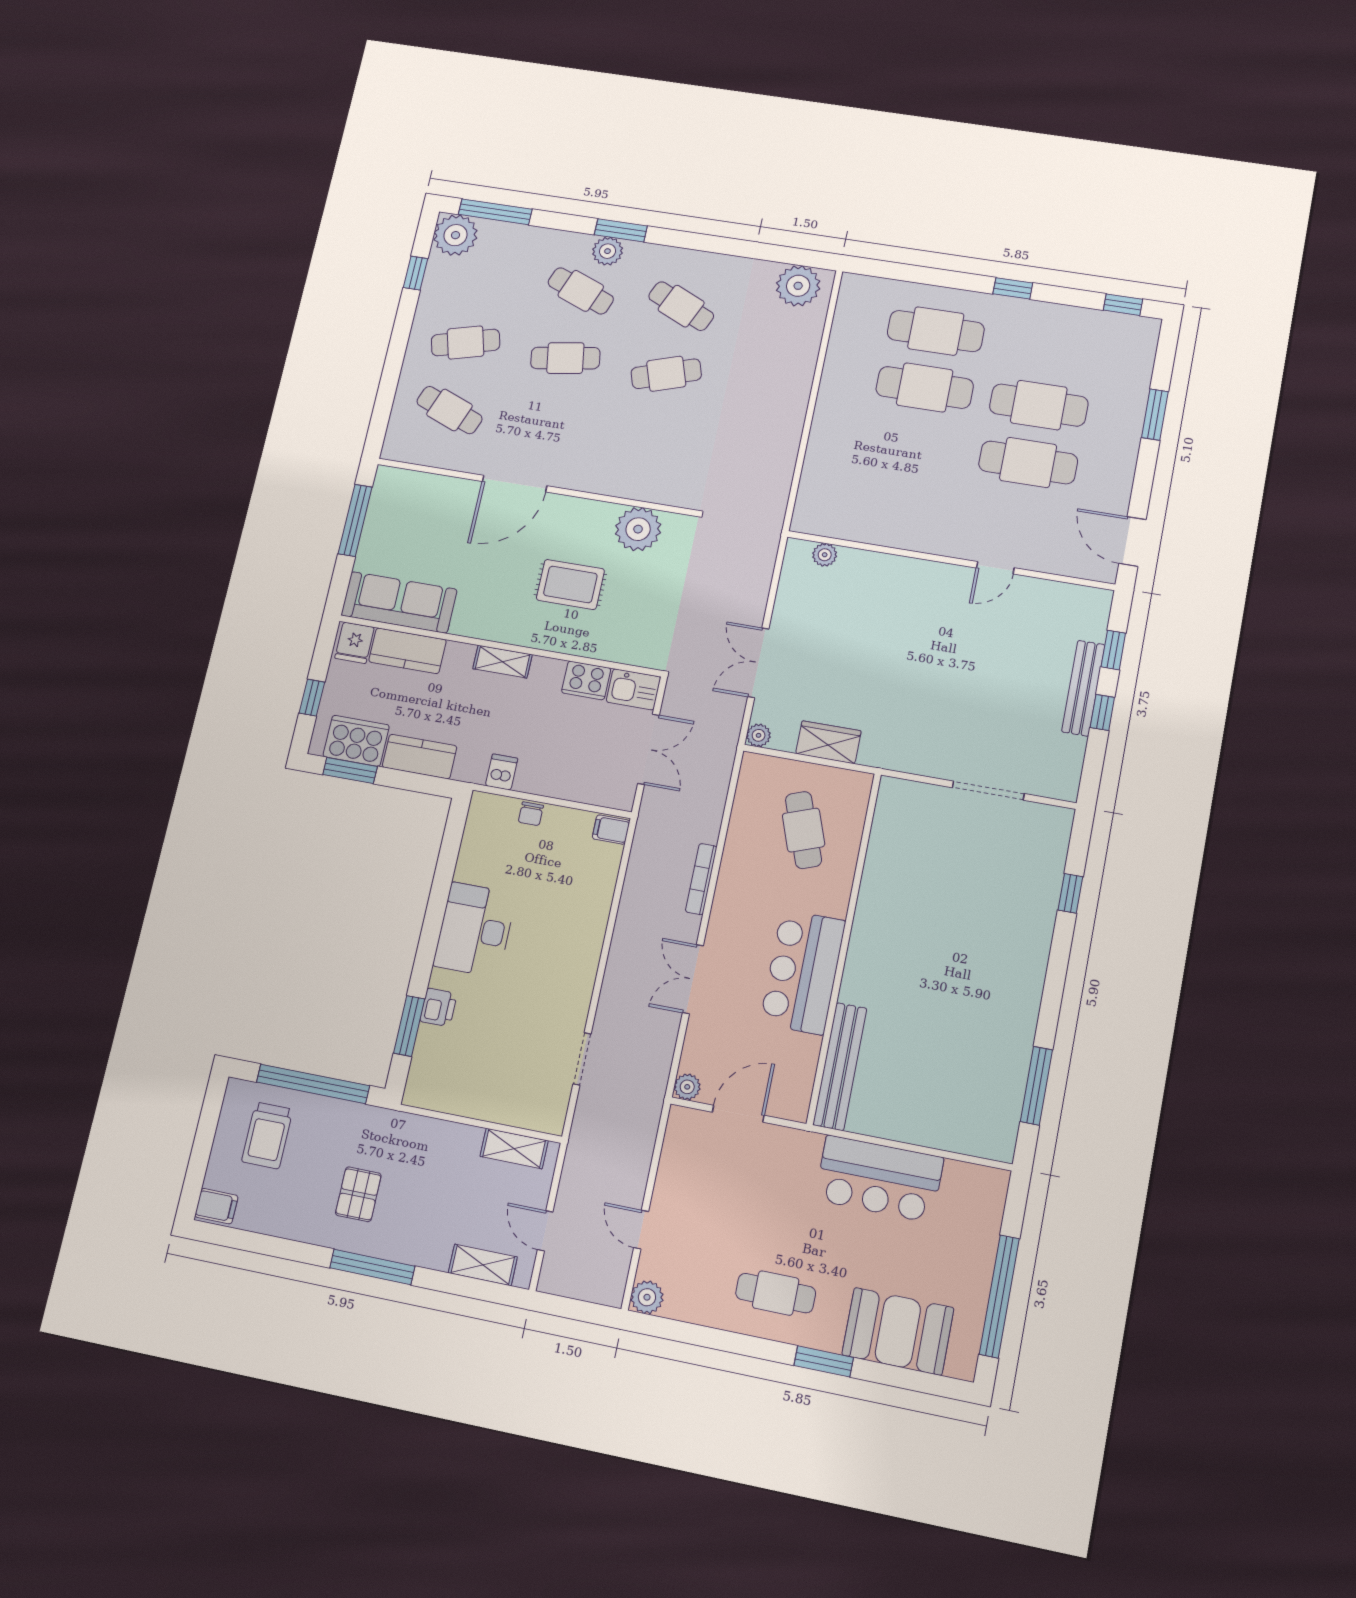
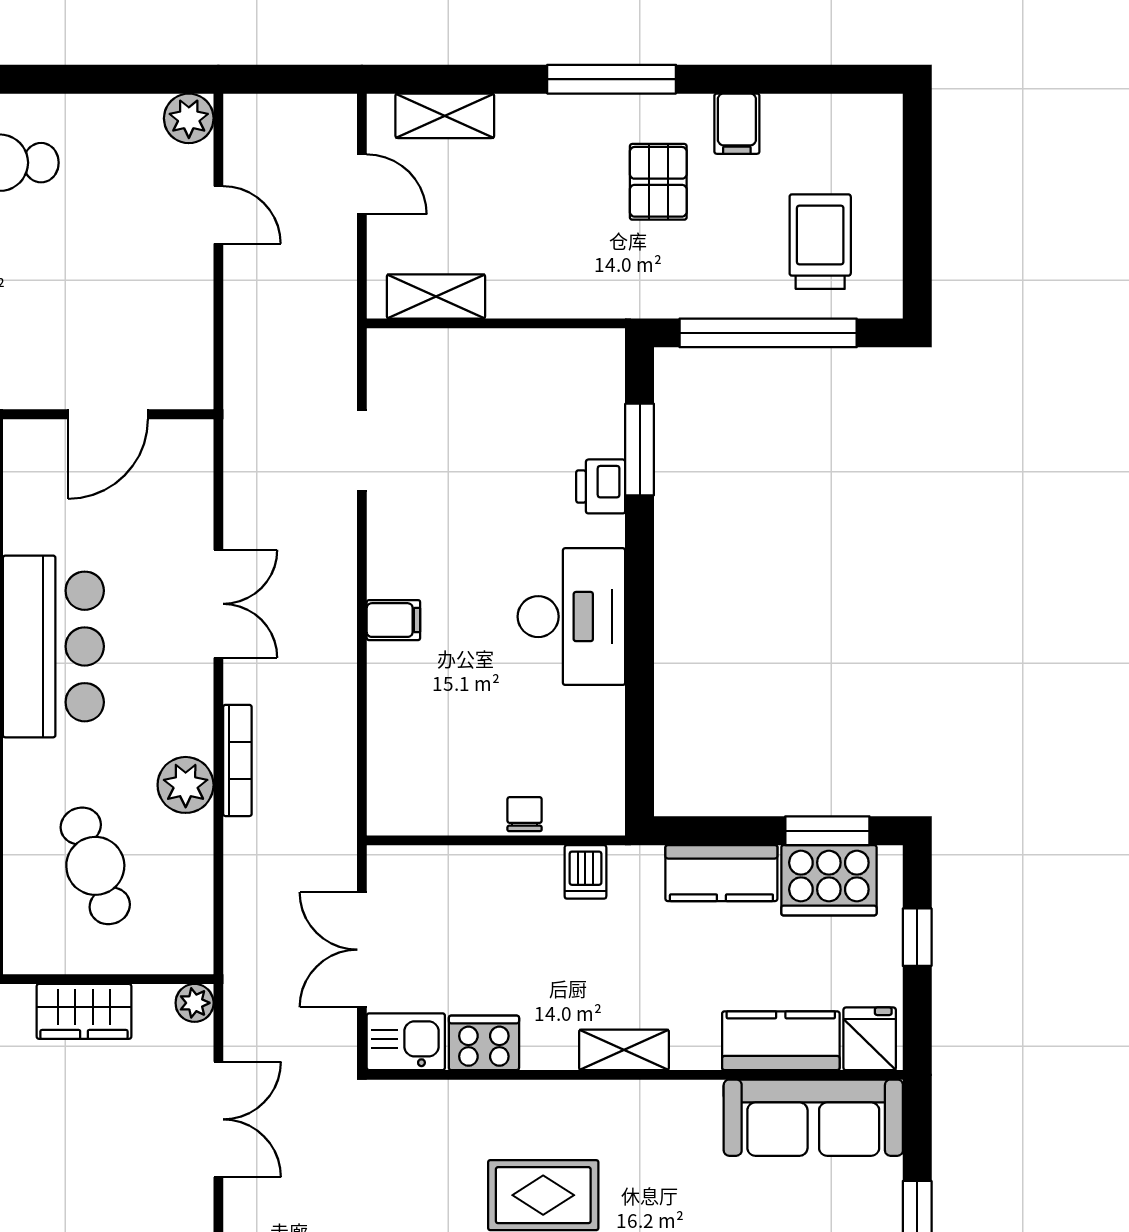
filing cabinet: (611, 830) -> (393, 620), moved
plant: (687, 1087) -> (186, 785), moved, width x1.38, depth x1.38
filing cabinet: (216, 1206) -> (737, 124), moved, turned -90

